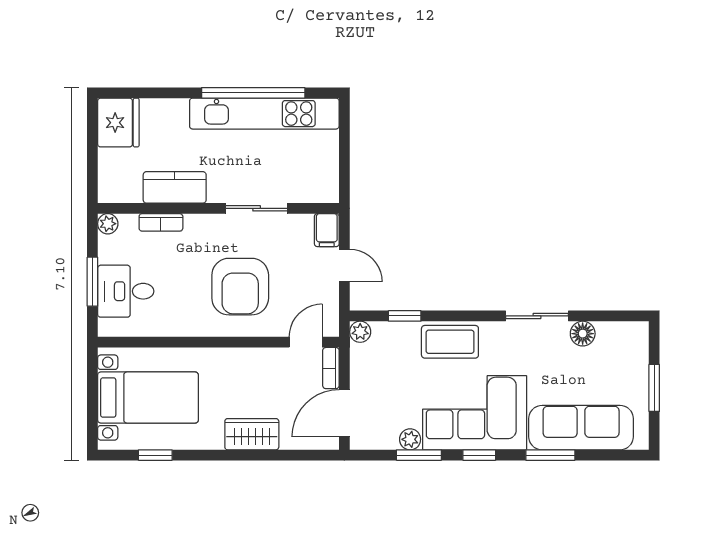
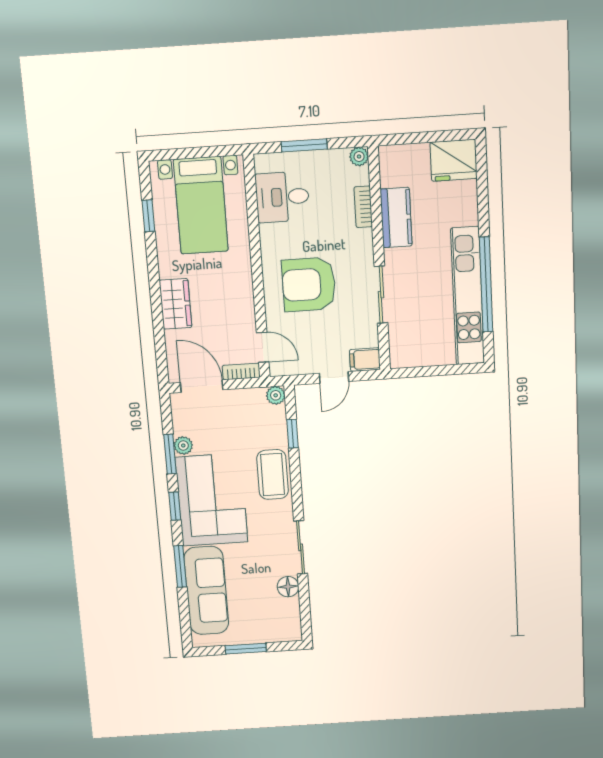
desk: (126, 291) -> (282, 197), moved, turned -90

